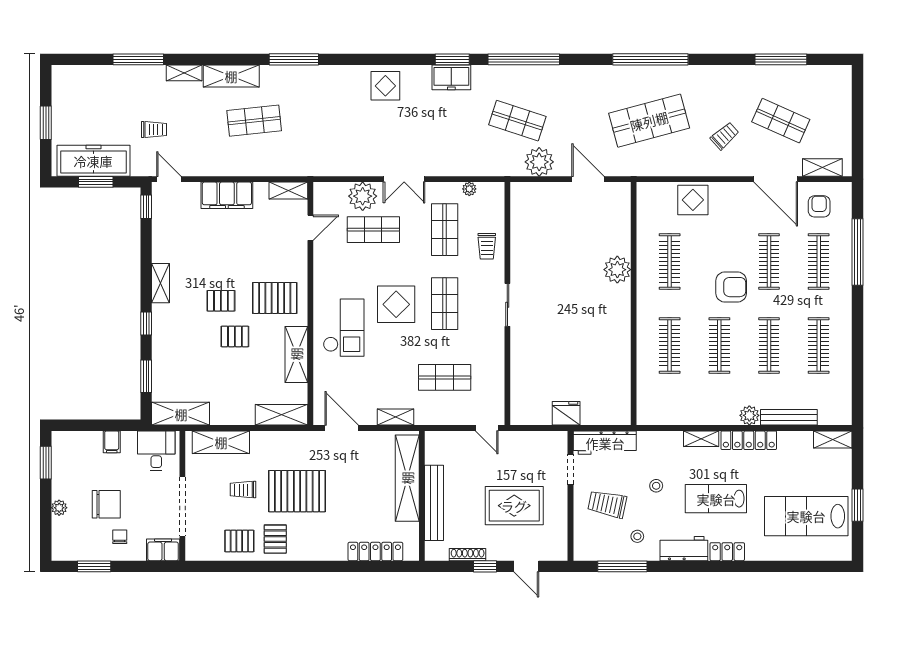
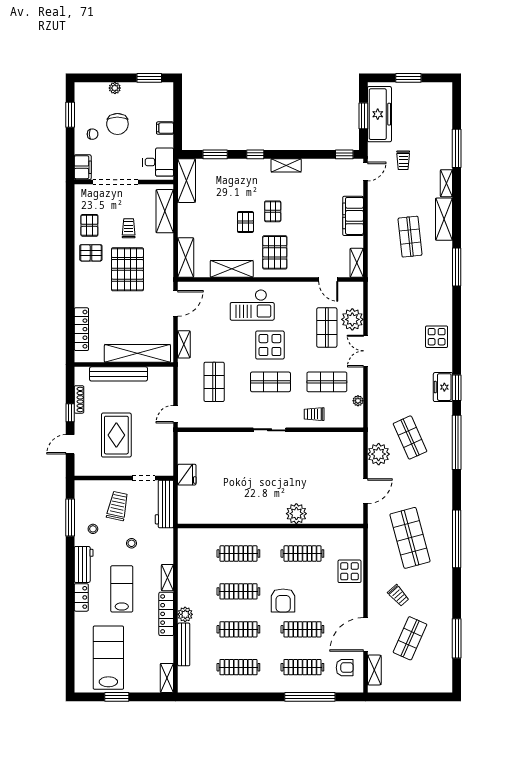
shop shelf: (517, 121) -> (410, 437), turned -42

